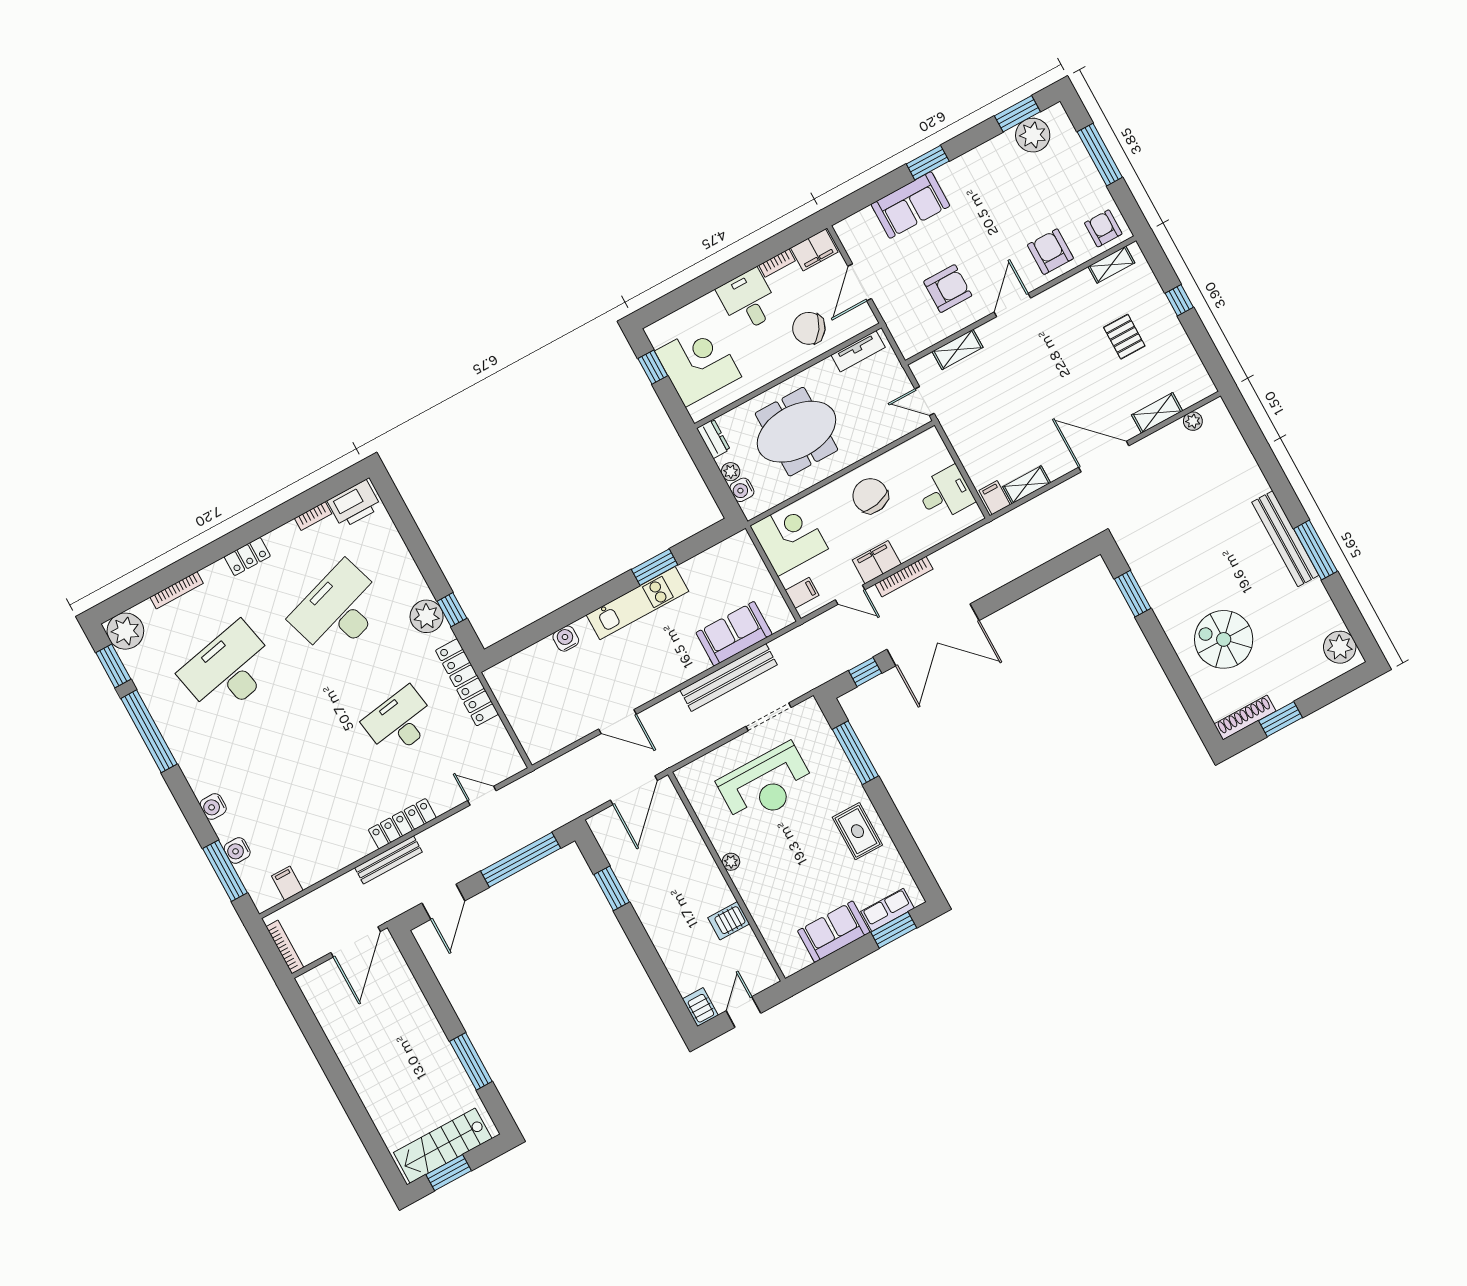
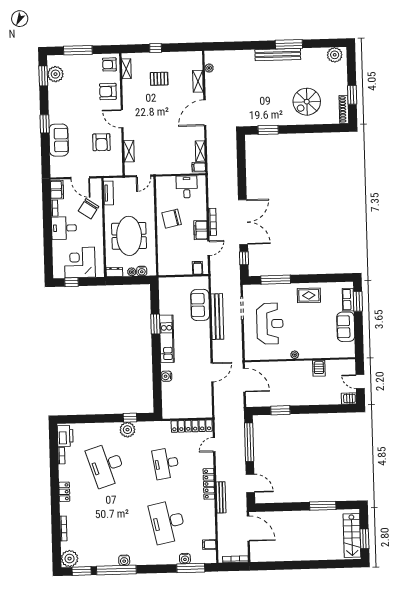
armchair: (948, 289) -> (101, 142), turned 180
corner desk: (789, 537) -> (172, 261), removed
desk: (229, 670) -> (167, 522), moved
locker: (467, 682) -> (192, 426), moved
water cooler: (213, 807) -> (124, 560), moved

